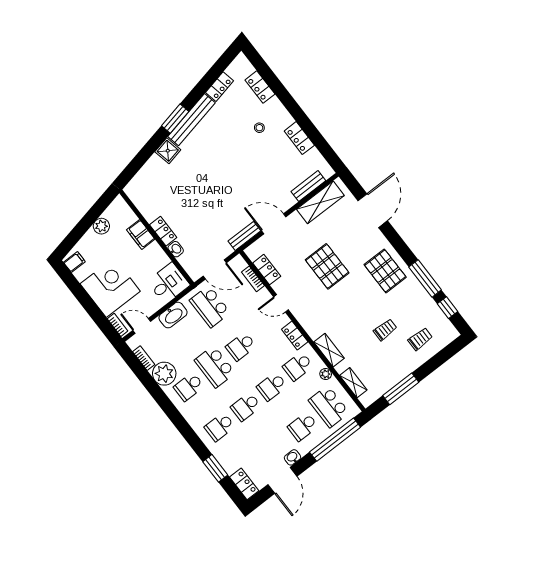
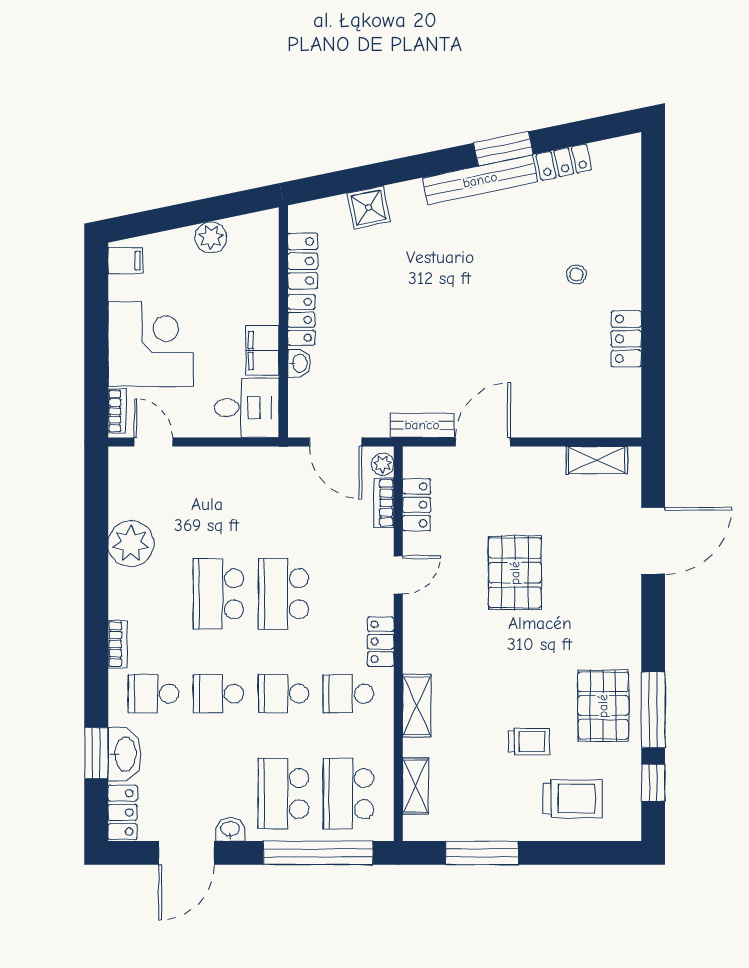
locker: (260, 87) -> (303, 261), moved, turned 180
window: (175, 119) -> (503, 149), moved
shower: (168, 151) -> (369, 208), moved
bench: (308, 186) -> (582, 425), removed
shelving: (320, 202) -> (597, 460), width x0.67, depth x0.75
door: (274, 224) -> (483, 442), hinge flipped
filing cabinet: (141, 234) -> (262, 351), moved
pallet: (385, 271) -> (603, 706), moved
door: (281, 303) -> (398, 575), swing flipped
school desk: (210, 306) -> (283, 494), removed
washbasin: (173, 315) -> (124, 754), moved, turned -90
trolley: (420, 339) -> (572, 799), width x1.36, depth x1.39
school desk: (241, 346) -> (283, 594), width x1.85
bookcase: (144, 358) -> (118, 644), moved
plant: (326, 374) -> (383, 464), moved
school desk: (189, 387) -> (153, 594), removed
school desk: (303, 427) -> (283, 794), width x1.85

